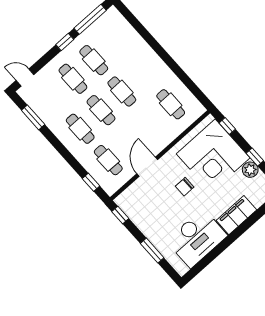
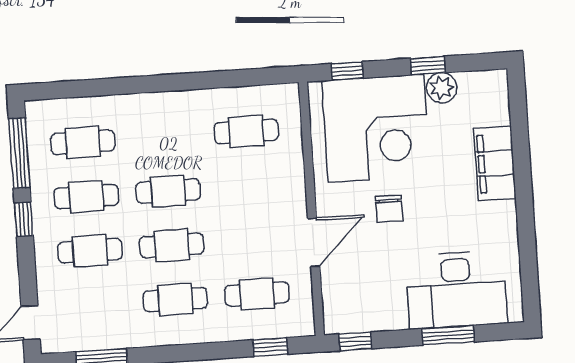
cafe table: (115, 42) -> (83, 142), added
door: (147, 167) -> (314, 242), swing flipped
desk: (197, 238) -> (456, 290), moved, turned 90

